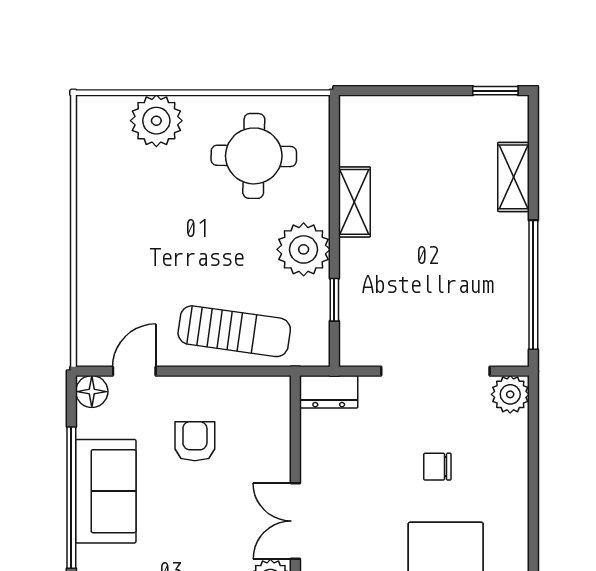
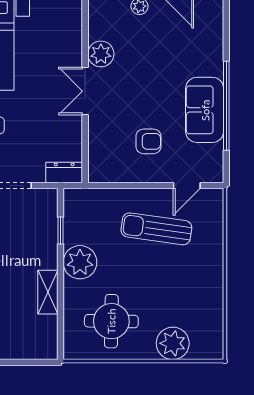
sun lounger: (234, 331) -> (156, 229), moved
floor lamp: (92, 392) -> (213, 173), removed
armchair: (195, 441) -> (148, 141), turned -90
double door: (295, 521) -> (85, 91), swing flipped

